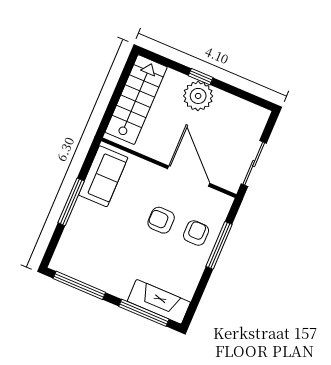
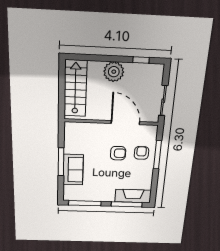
window: (201, 77) -> (141, 60), moved
sofa: (103, 176) -> (73, 170), moved
armchair: (161, 220) -> (118, 153), turned 180

